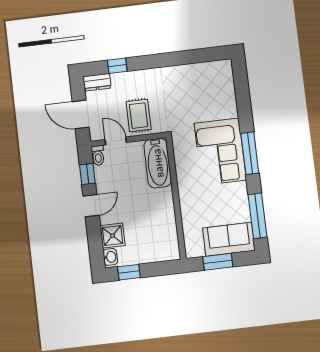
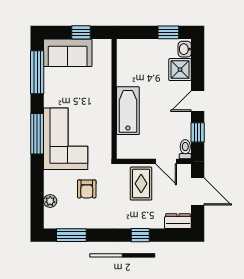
window: (203, 55) -> (71, 235), added
window: (117, 66) -> (140, 235), moved
plant: (228, 87) -> (50, 201), added
armchair: (193, 103) -> (87, 189), added
bathtub: (158, 163) -> (128, 111), moved
window: (218, 262) -> (81, 32), width x0.67

